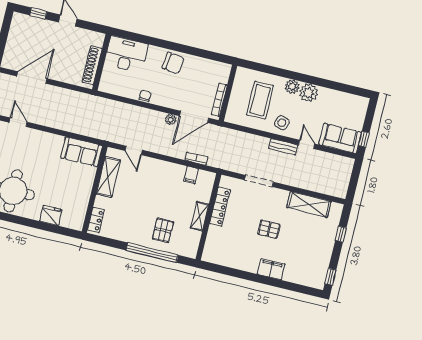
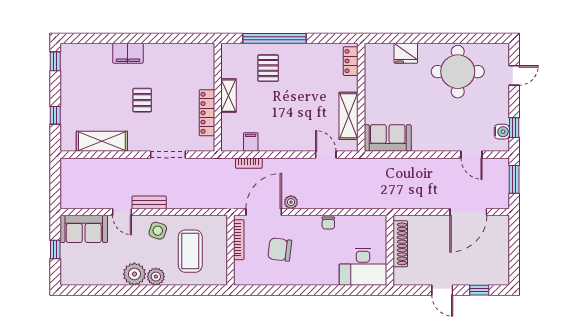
chair: (173, 63) -> (280, 250), moved
window: (364, 139) -> (55, 249), moved
pallet: (269, 229) -> (142, 100), turned 90

